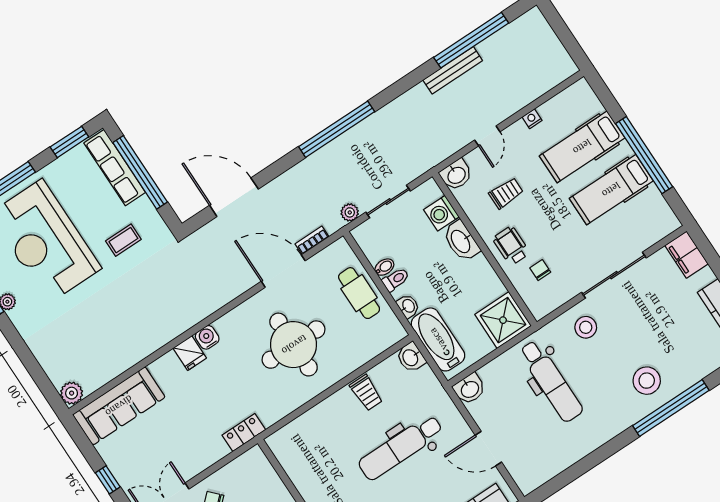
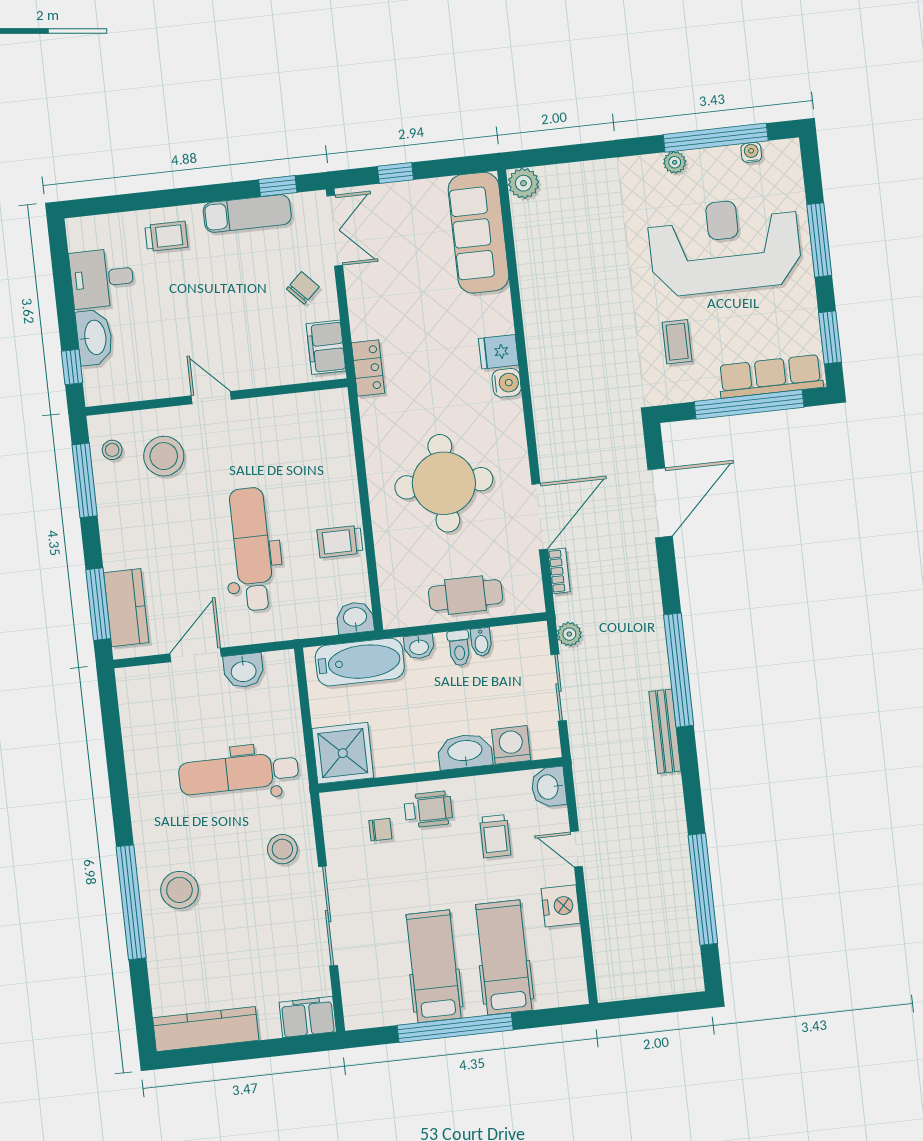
bench: (453, 70) -> (665, 731), moved
nightstand: (532, 119) -> (561, 906), width x1.89, depth x1.79
washbasin: (470, 389) -> (244, 671), moved, turned -90
filing cabinet: (244, 467) -> (326, 347), added

